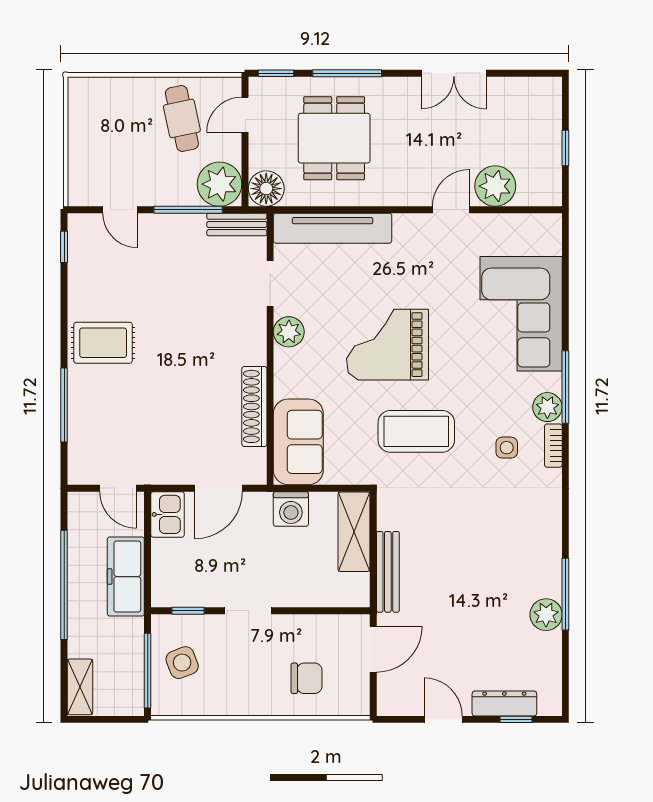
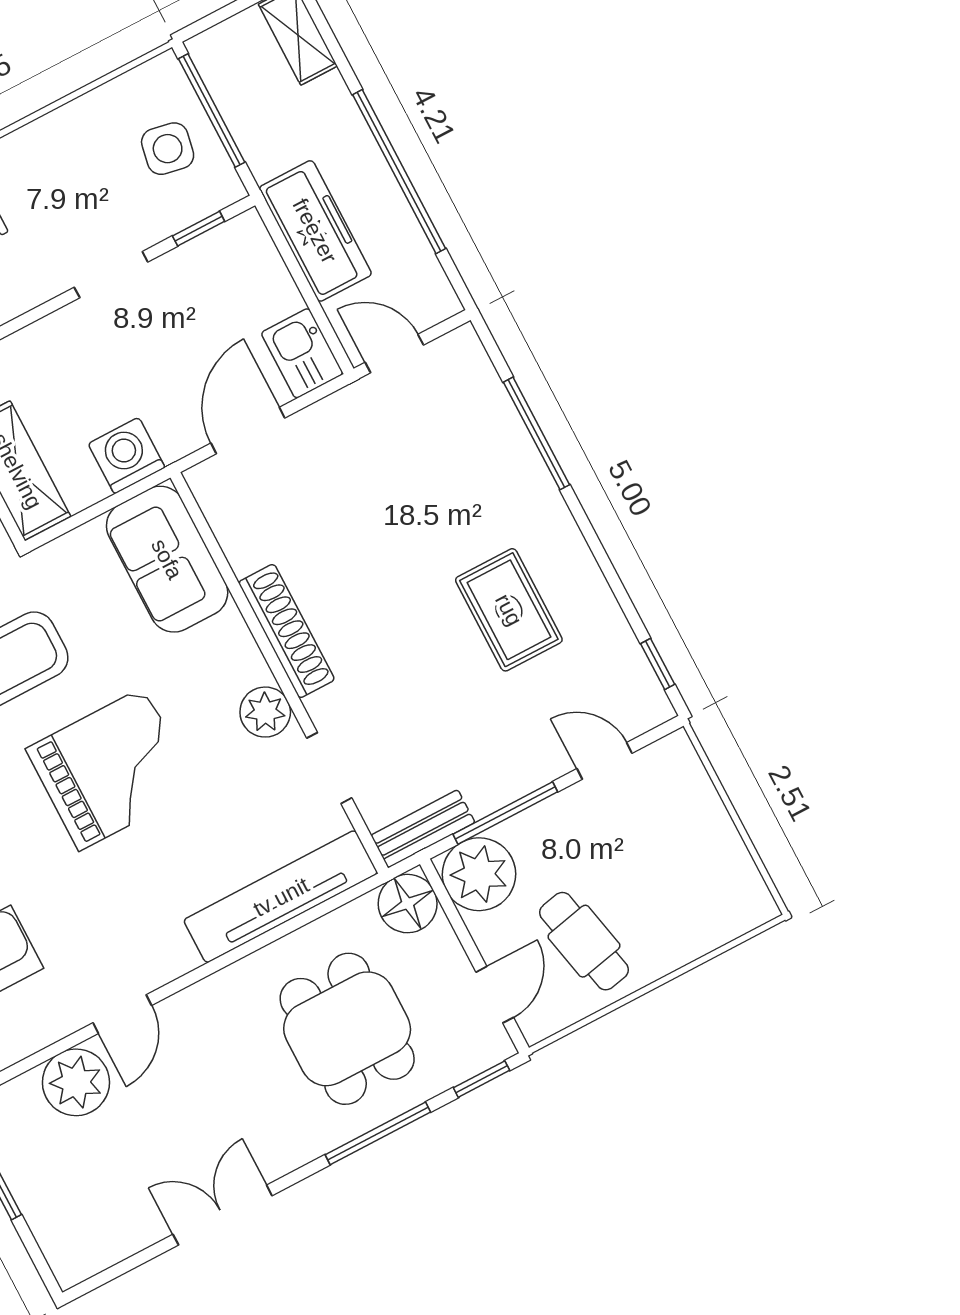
rug: (103, 343) -> (509, 610), moved, turned 90
shoe rack: (254, 406) -> (286, 631), moved
side table: (182, 663) -> (168, 149), turned 32

